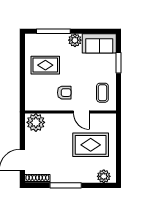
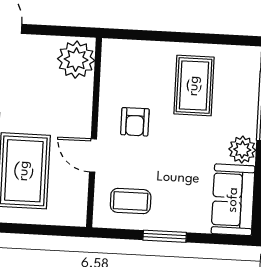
window: (119, 63) -> (165, 236), moved
door: (81, 112) -> (93, 155), hinge flipped

